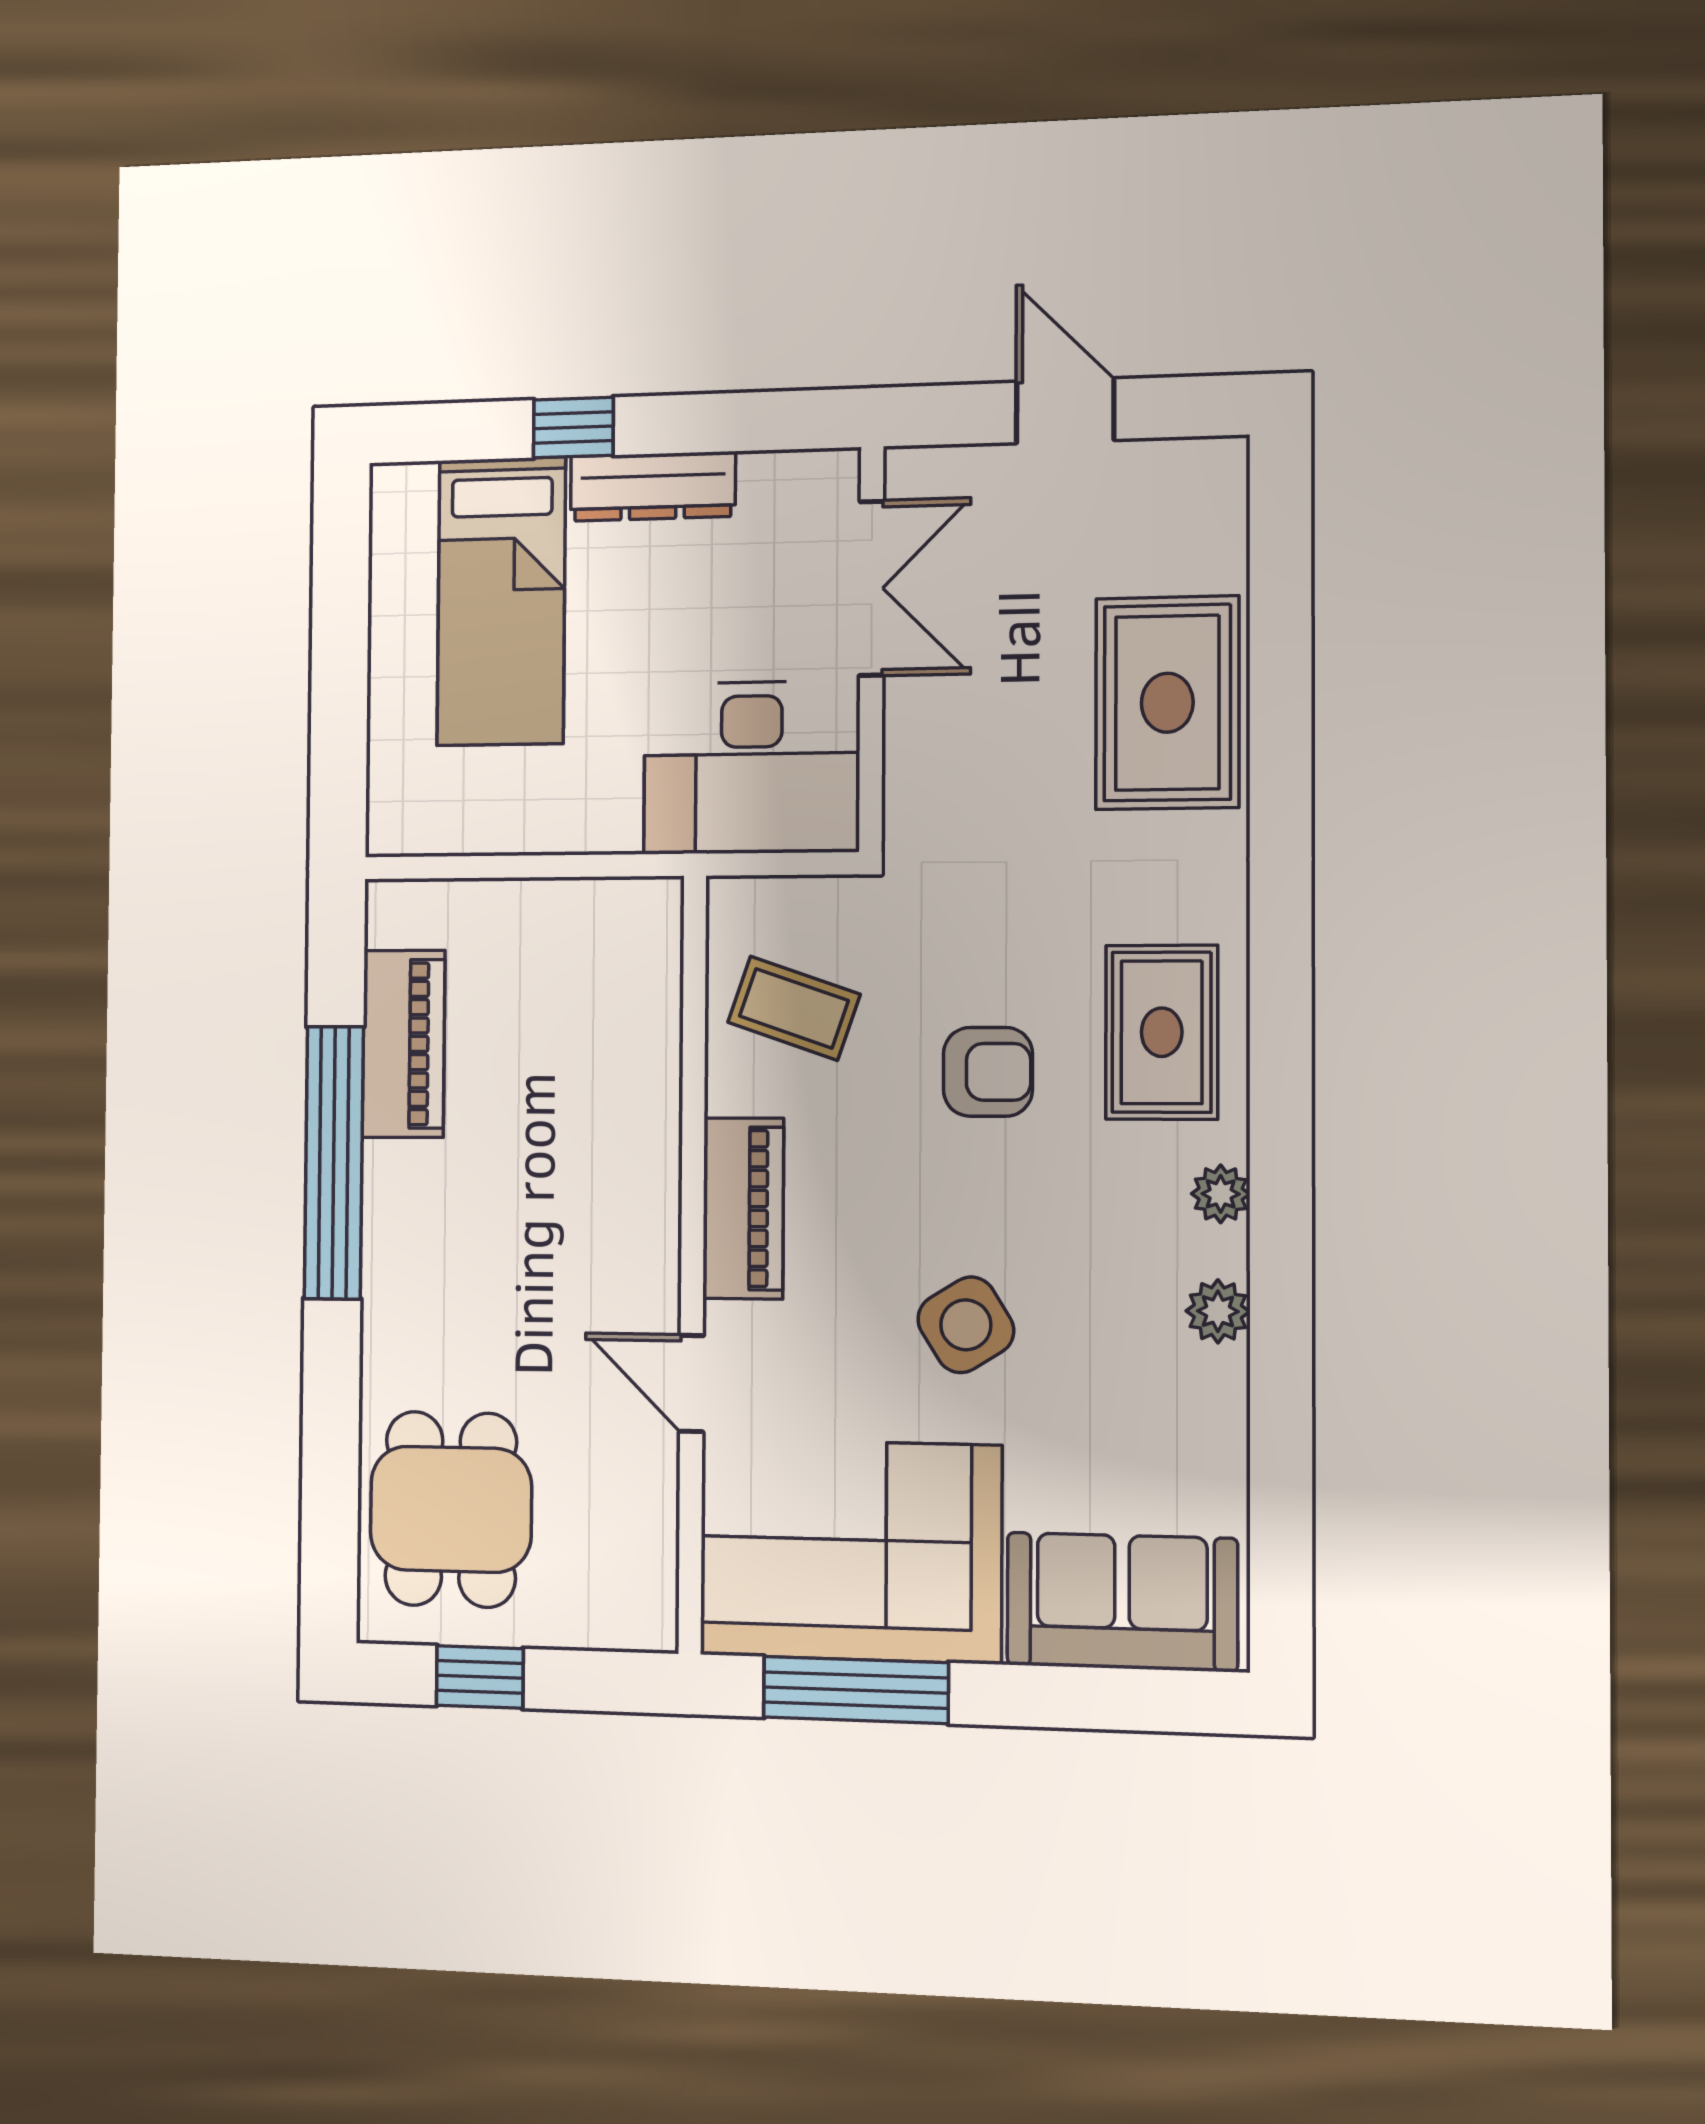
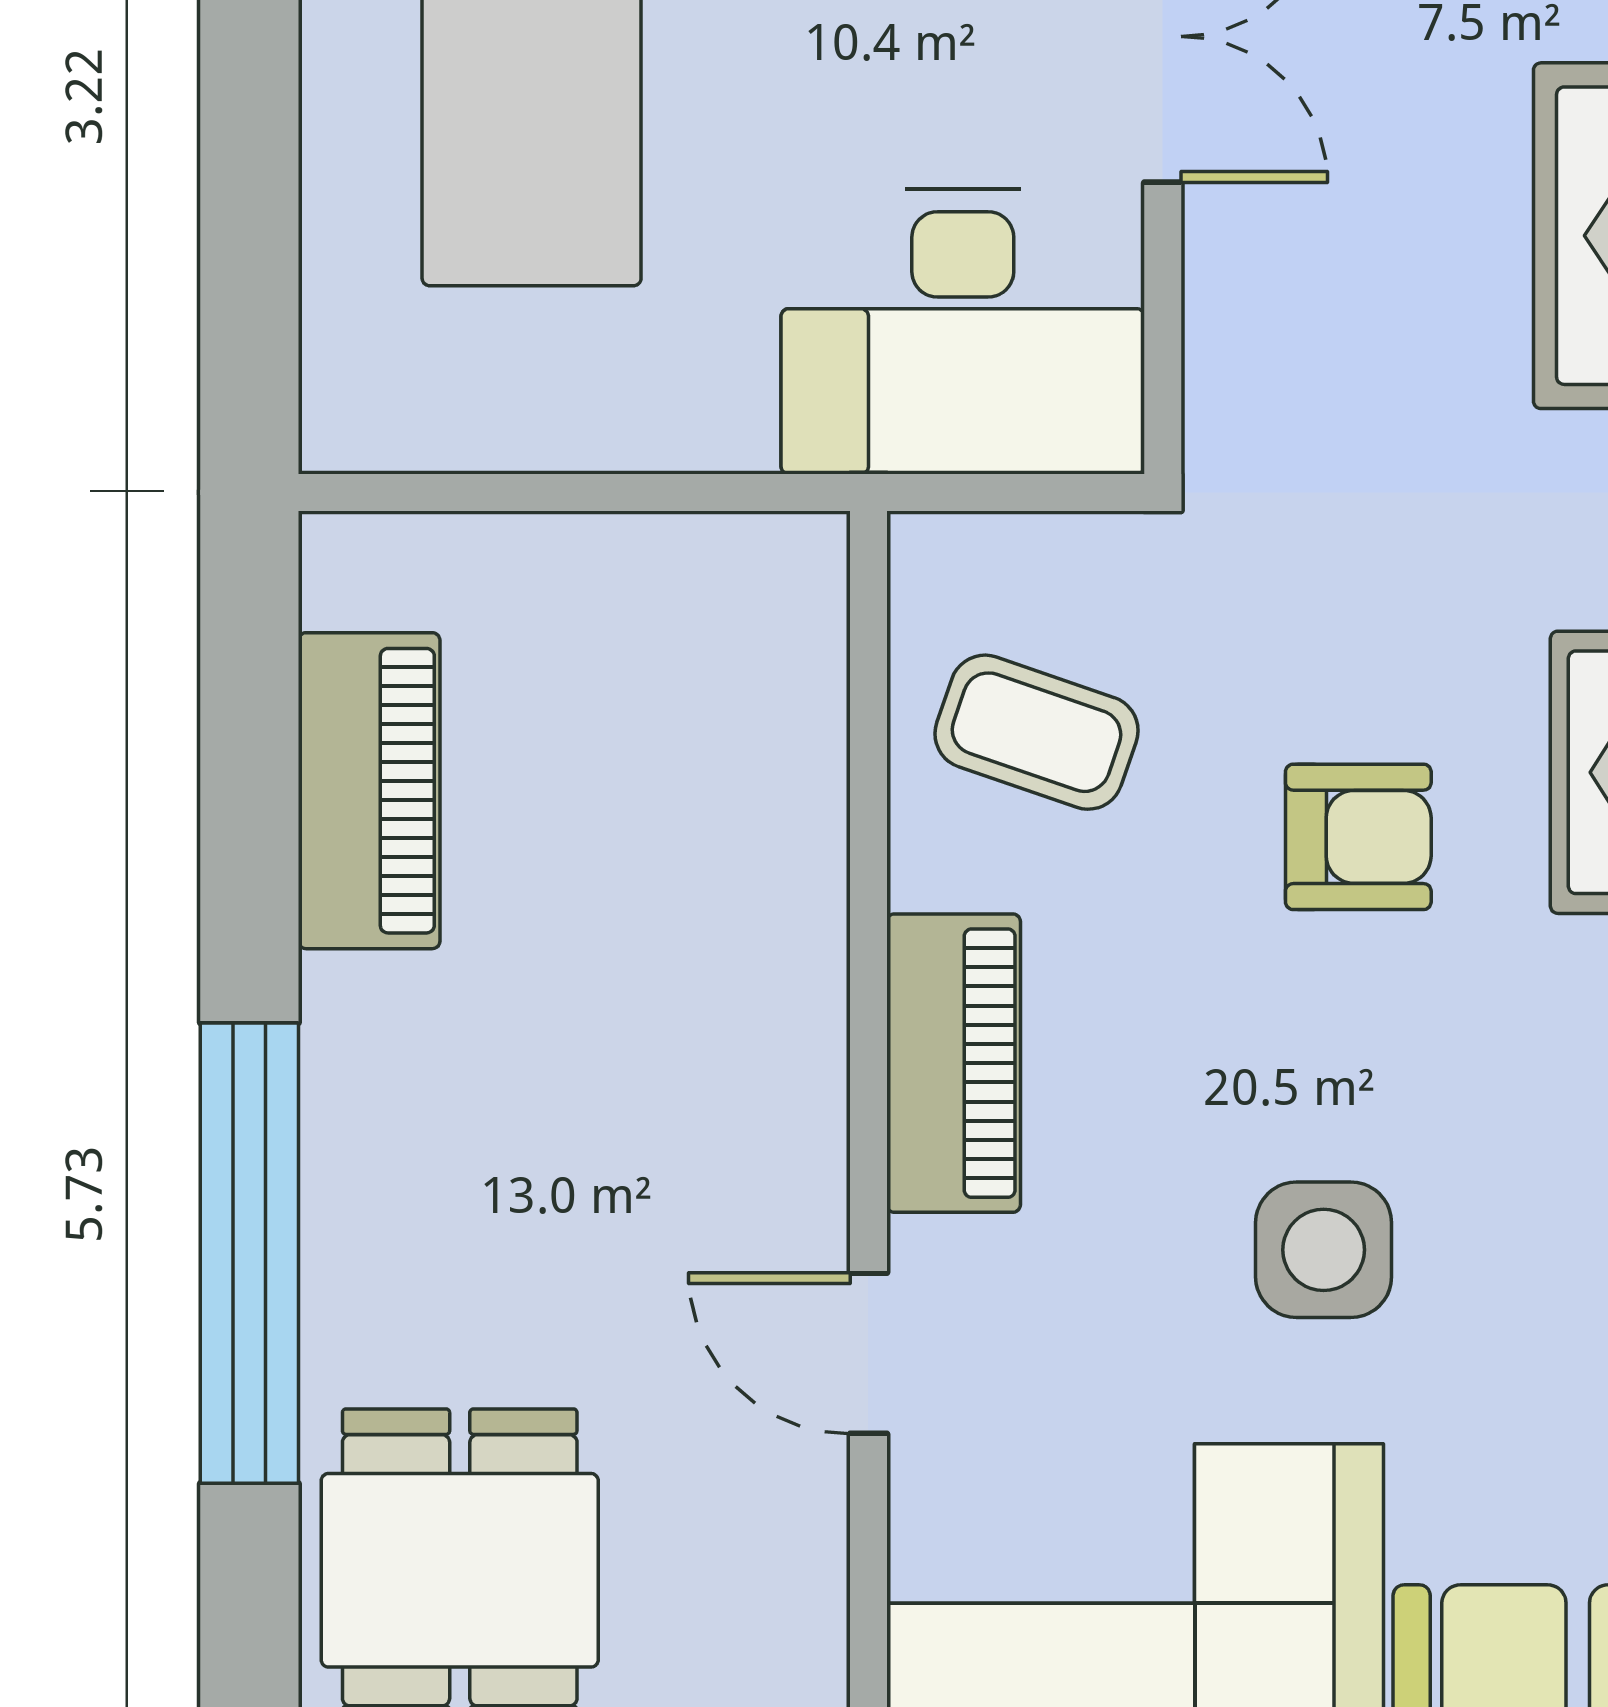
window: (334, 1163) -> (249, 1253), moved
side table: (966, 1325) -> (1324, 1250), turned 32

